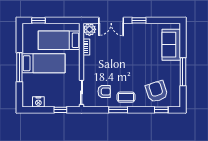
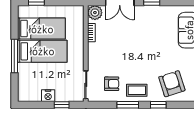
bed: (59, 40) -> (41, 29), moved, turned 180
nightstand: (38, 102) -> (48, 96), moved
window: (161, 110) -> (158, 105), moved

